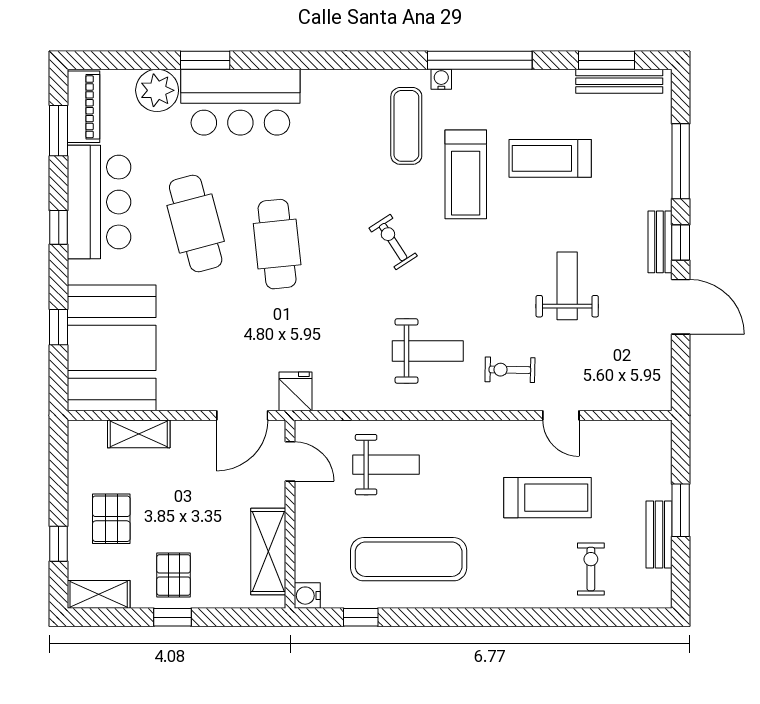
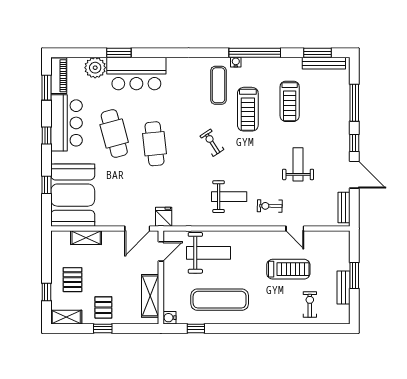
treadmill: (550, 158) -> (290, 101), turned -90
bench: (660, 242) -> (344, 207), moved
door: (290, 461) -> (161, 251), hinge flipped
weight bench: (386, 465) -> (208, 253), width x1.36, depth x1.33

